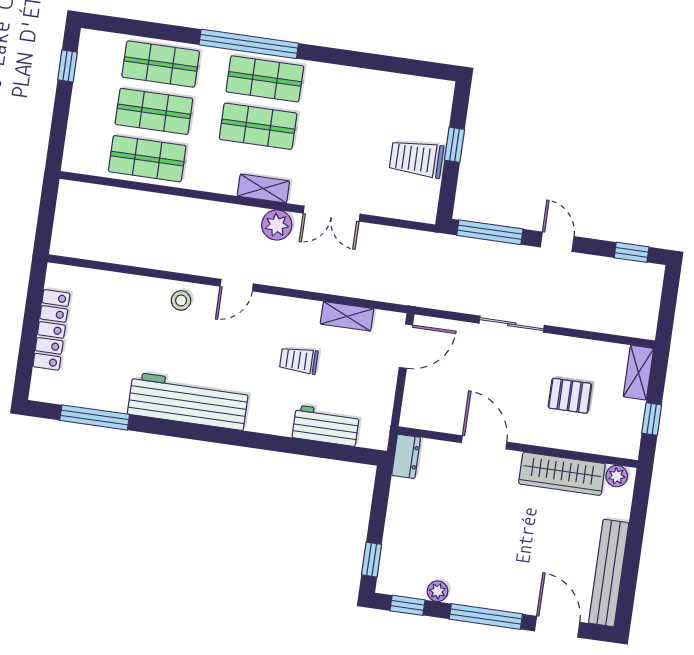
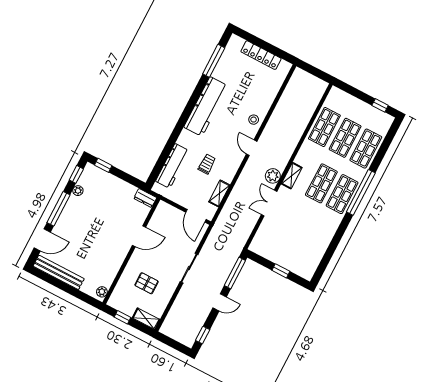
trolley: (416, 159) -> (281, 251), removed
pallet: (570, 396) -> (147, 283), turned 90
workbench: (326, 426) -> (172, 166), width x1.38
wardrobe: (562, 474) -> (112, 267), removed

